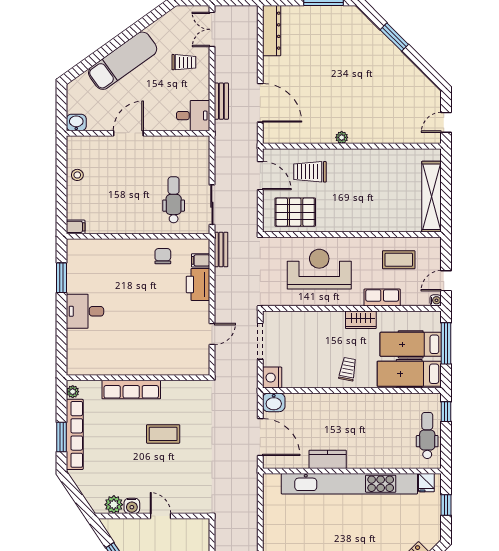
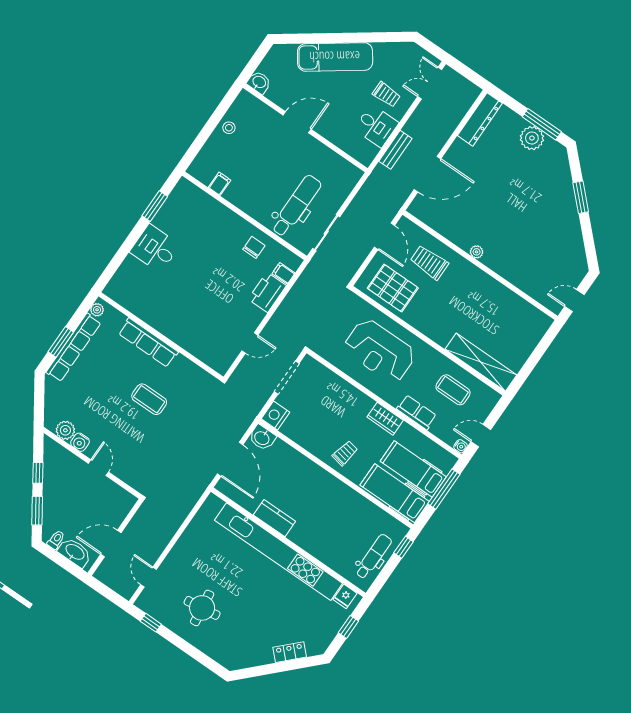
plant: (323, 17) -> (532, 138), added
door: (260, 103) -> (428, 174), hinge flipped
desk: (193, 116) -> (376, 126), moved
shelving: (431, 197) -> (481, 362), moved, turned 90
dental chair: (174, 200) -> (296, 206), width x1.36, depth x1.38
filing cabinet: (76, 227) -> (220, 184), moved, turned -90
bench: (221, 249) -> (307, 276), removed
reception desk: (319, 269) -> (380, 351), turned 180

